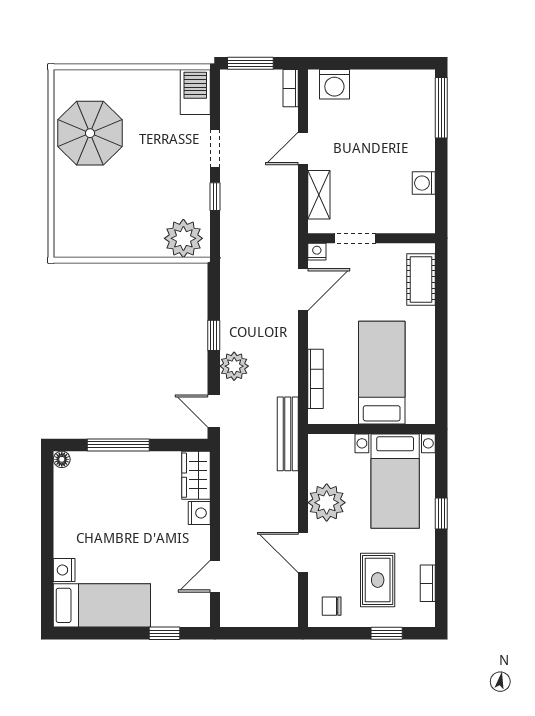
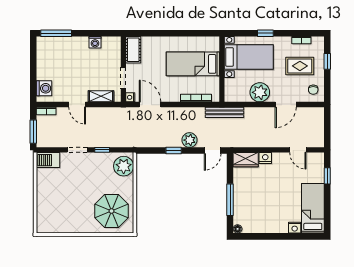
parasol: (90, 133) -> (111, 211), moved
cot: (421, 279) -> (133, 50), moved, turned 90

